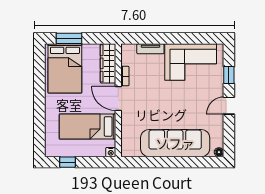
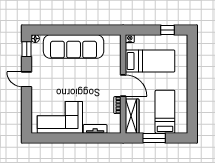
window: (69, 38) -> (154, 138), moved
bed: (65, 68) -> (165, 112), width x0.67
window: (229, 75) -> (27, 49), moved
door: (229, 106) -> (27, 79), swing flipped

